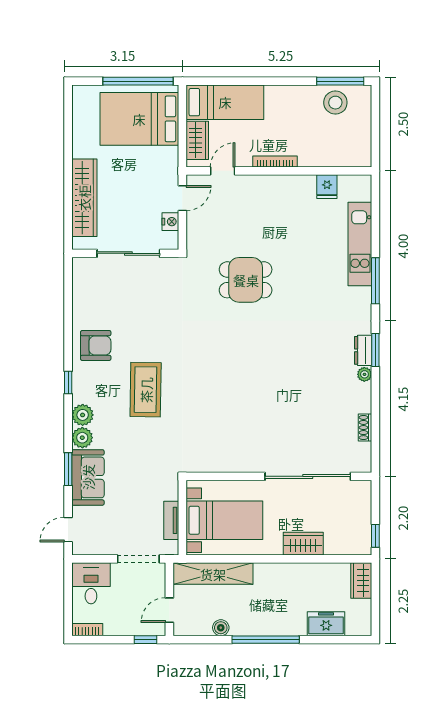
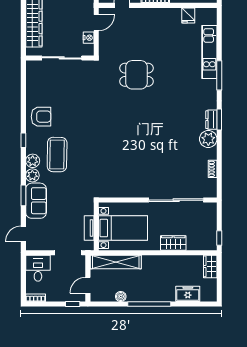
plant: (364, 374) -> (208, 139), width x1.88, depth x1.88
coffee table: (146, 390) -> (57, 155), moved

